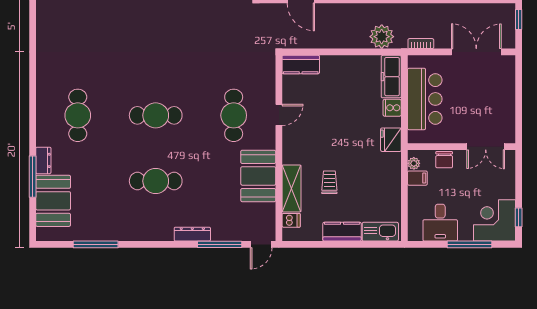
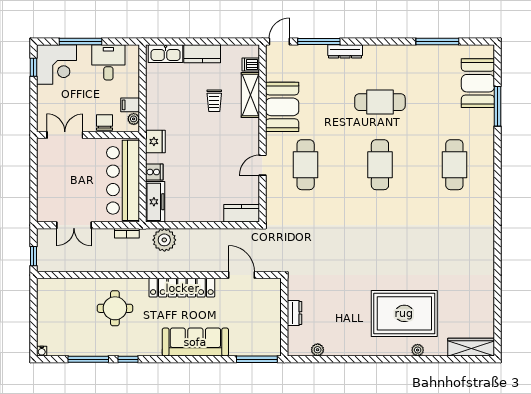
double door: (476, 52) -> (74, 225), width x0.73
bar counter: (425, 99) -> (123, 180), width x1.36
cafe table: (156, 115) -> (380, 165), turned 90
dresser: (43, 160) -> (487, 122), removed

